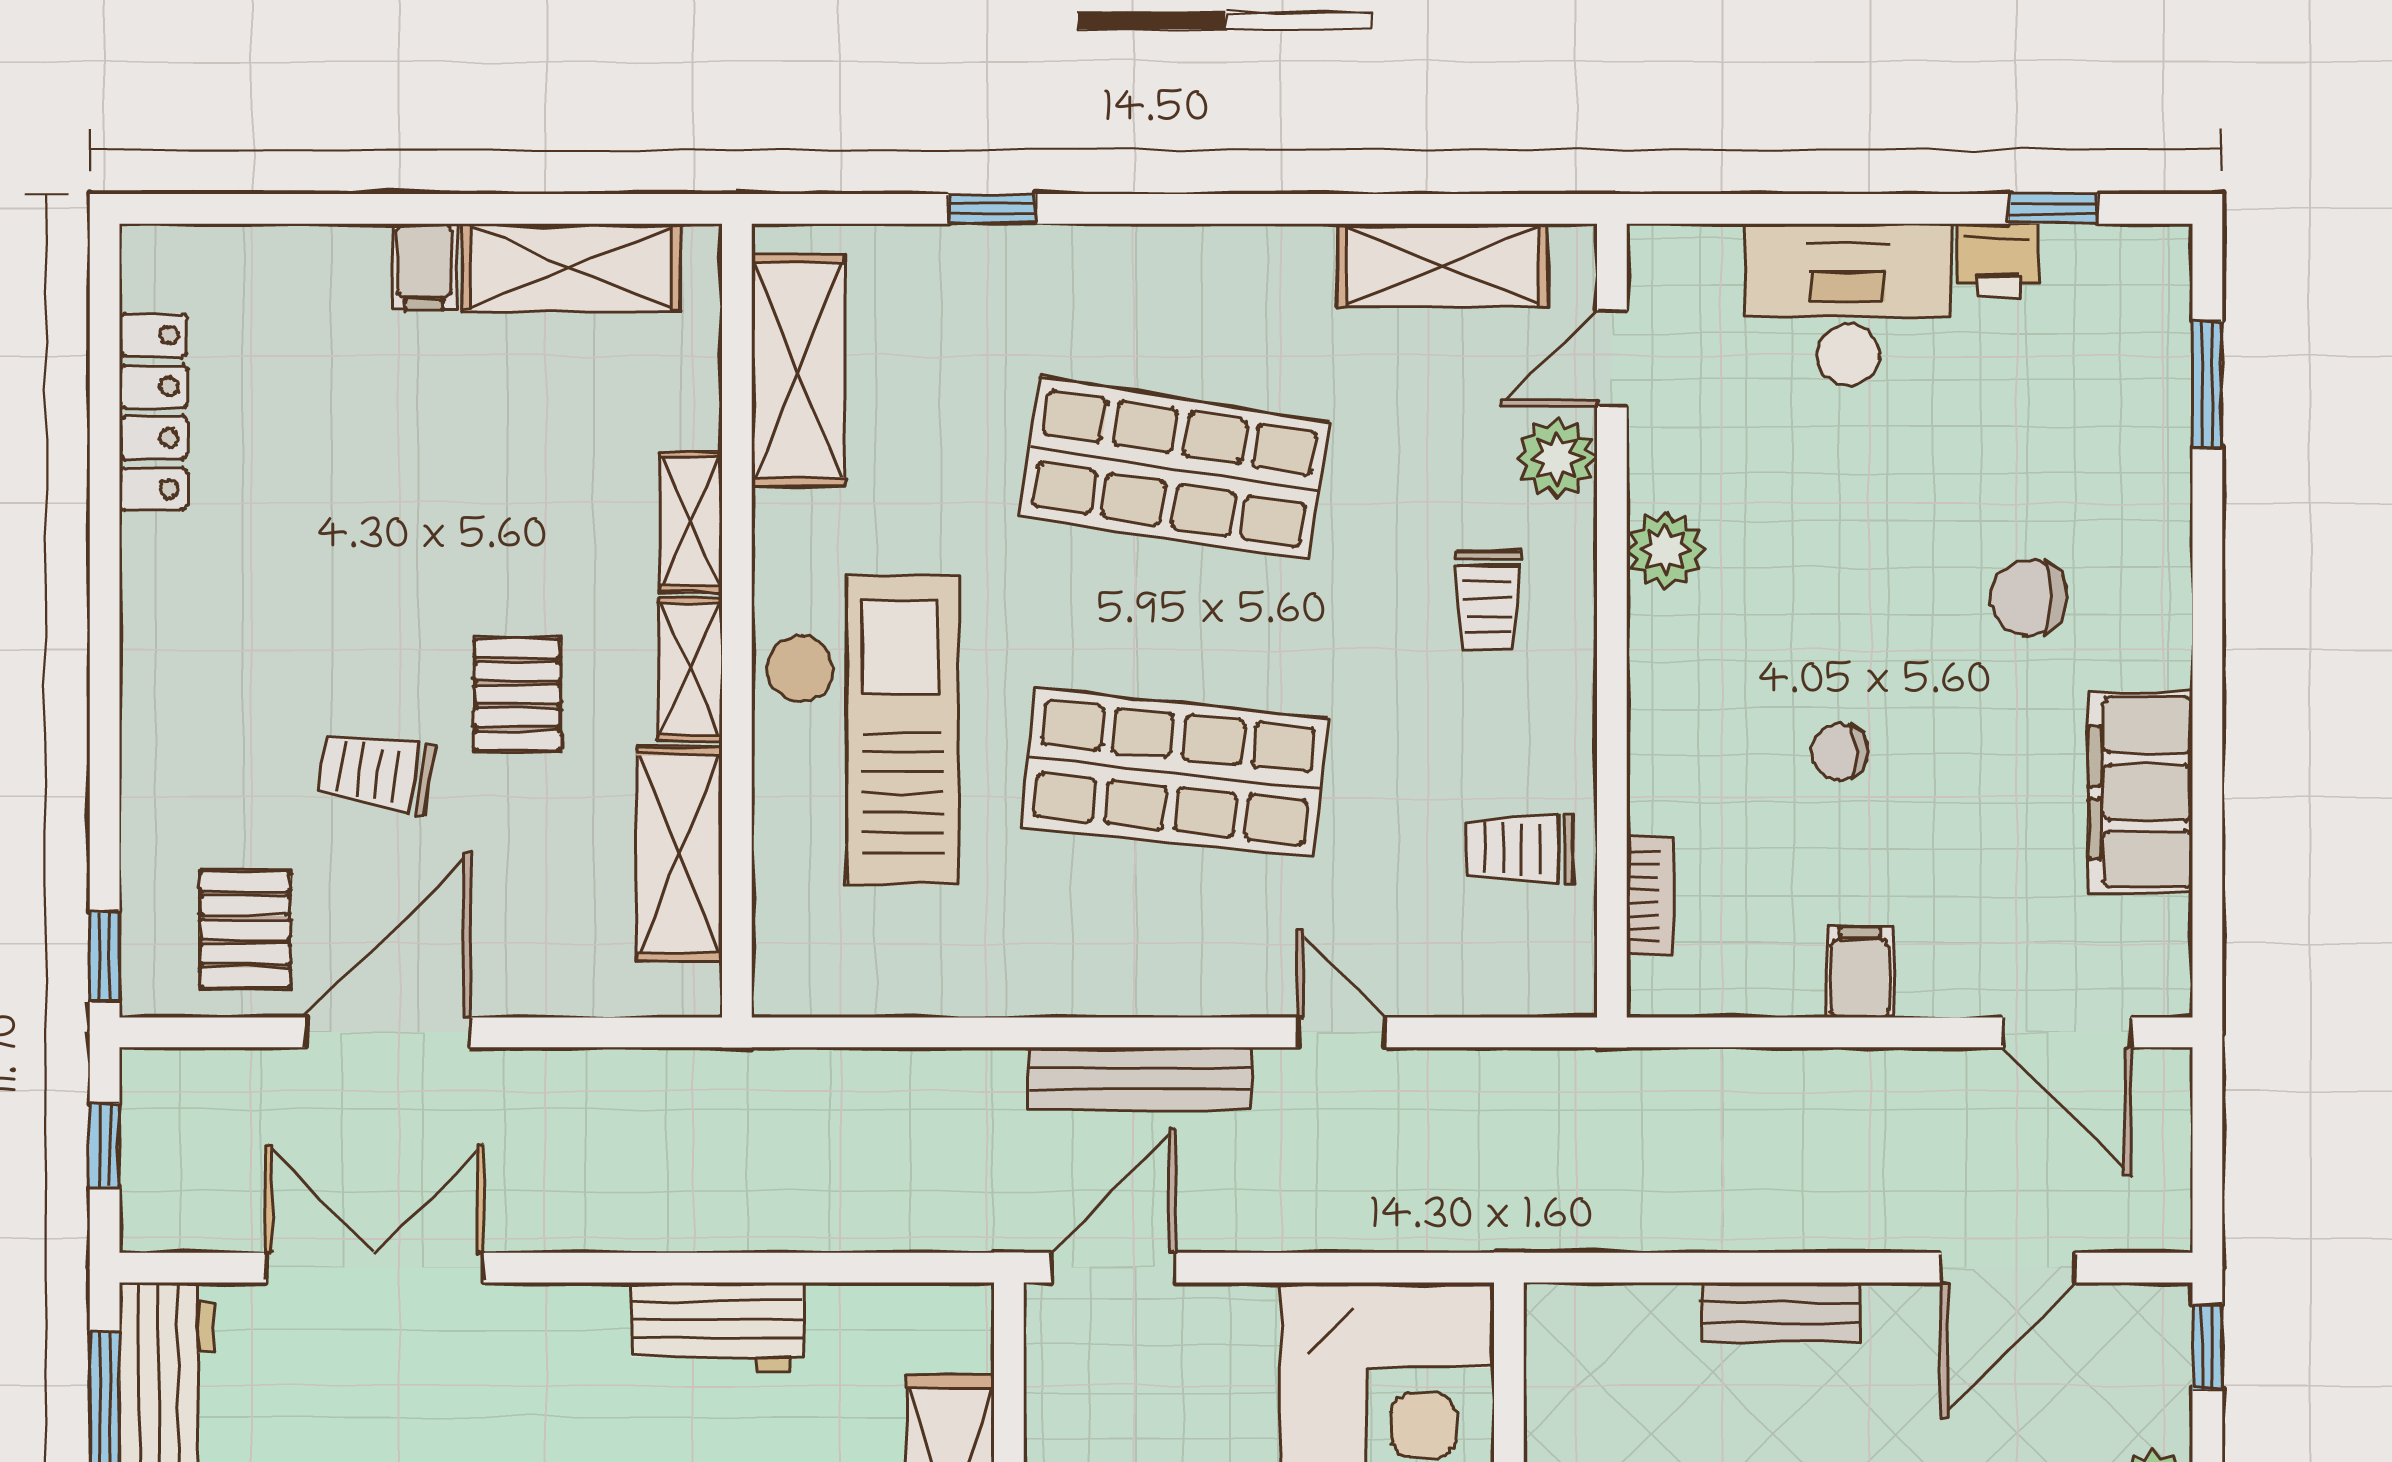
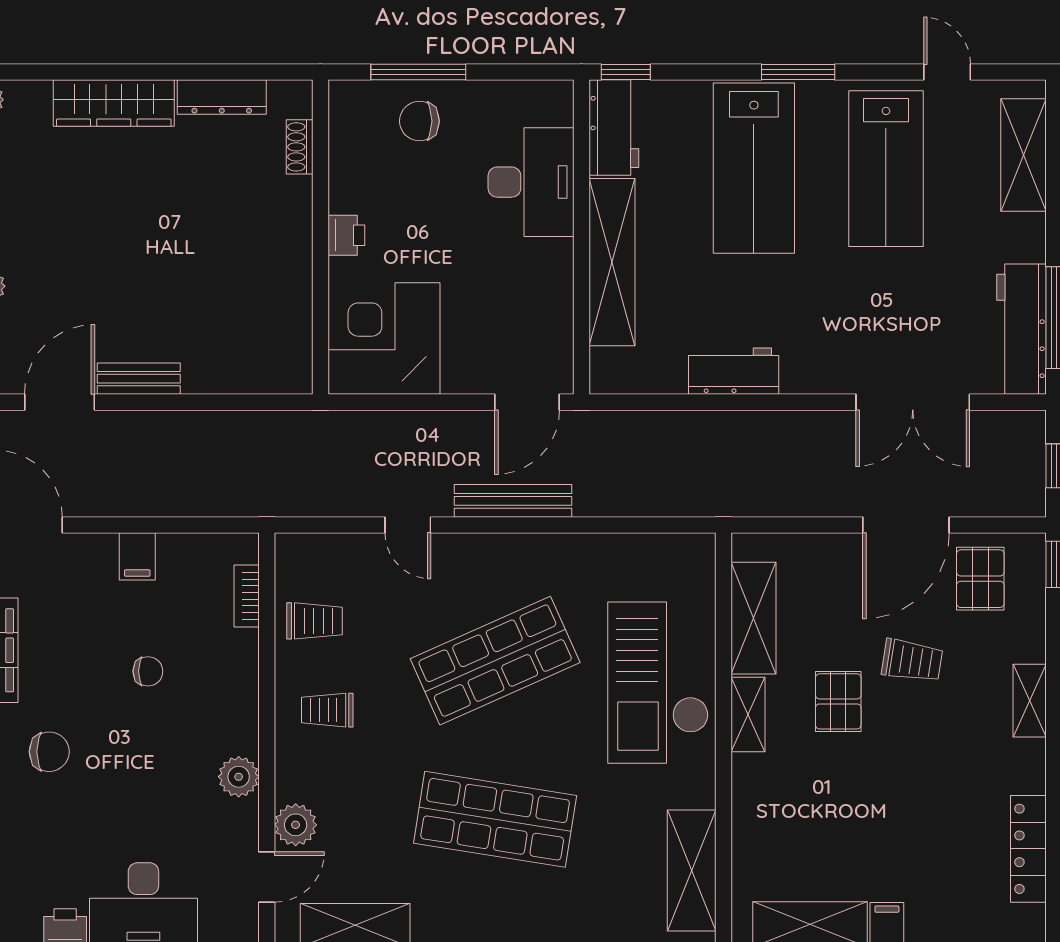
shelving: (691, 522) -> (1030, 701), moved
trolley: (1488, 600) -> (327, 710), moved, turned -90
shop shelf: (1174, 772) -> (495, 661), turned -30
bench: (1781, 1313) -> (139, 379), moved

